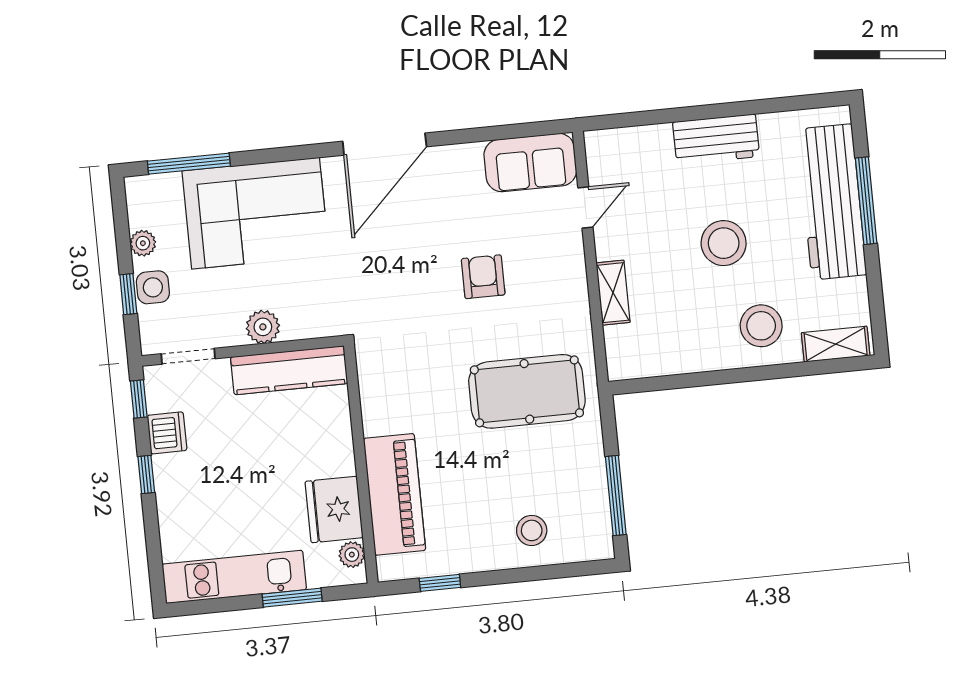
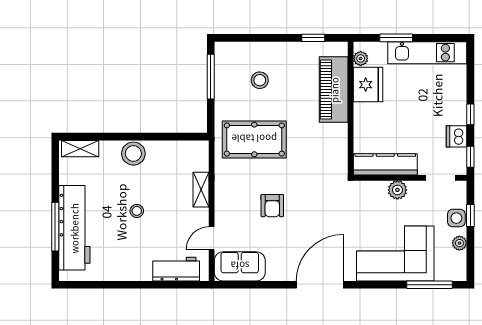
workbench: (716, 139) -> (176, 269), moved
stool: (724, 243) -> (137, 211), width x0.53, depth x0.53
stool: (761, 326) -> (133, 154), moved
stool: (532, 530) -> (260, 80), moved

